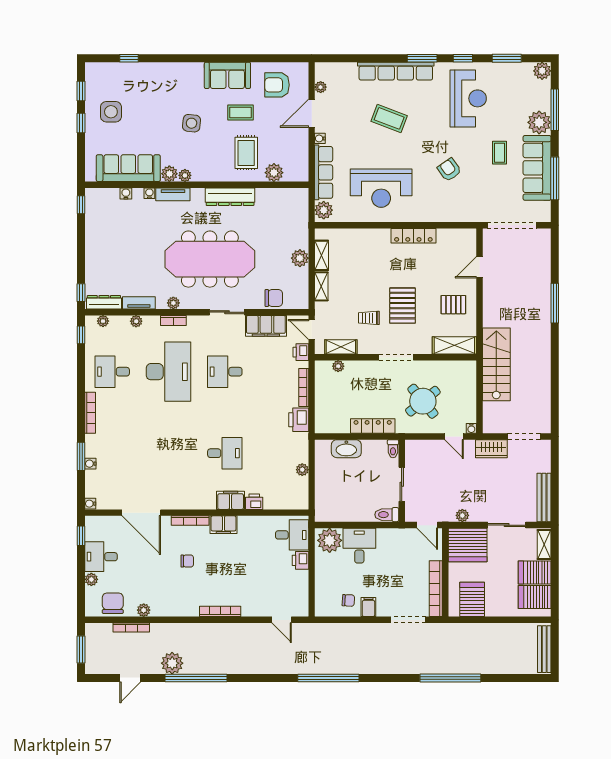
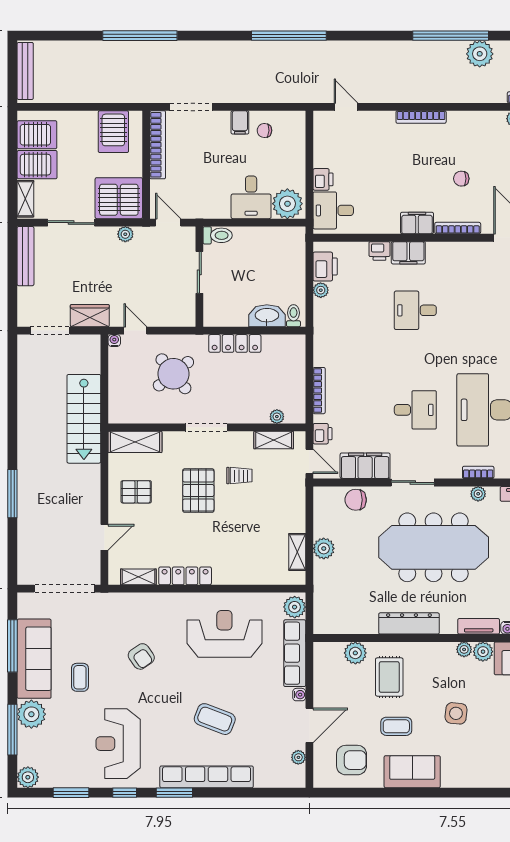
shelving: (321, 286) -> (138, 577), moved, turned 90
printer: (299, 420) -> (325, 266), moved
toilet: (393, 449) -> (293, 316), moved

